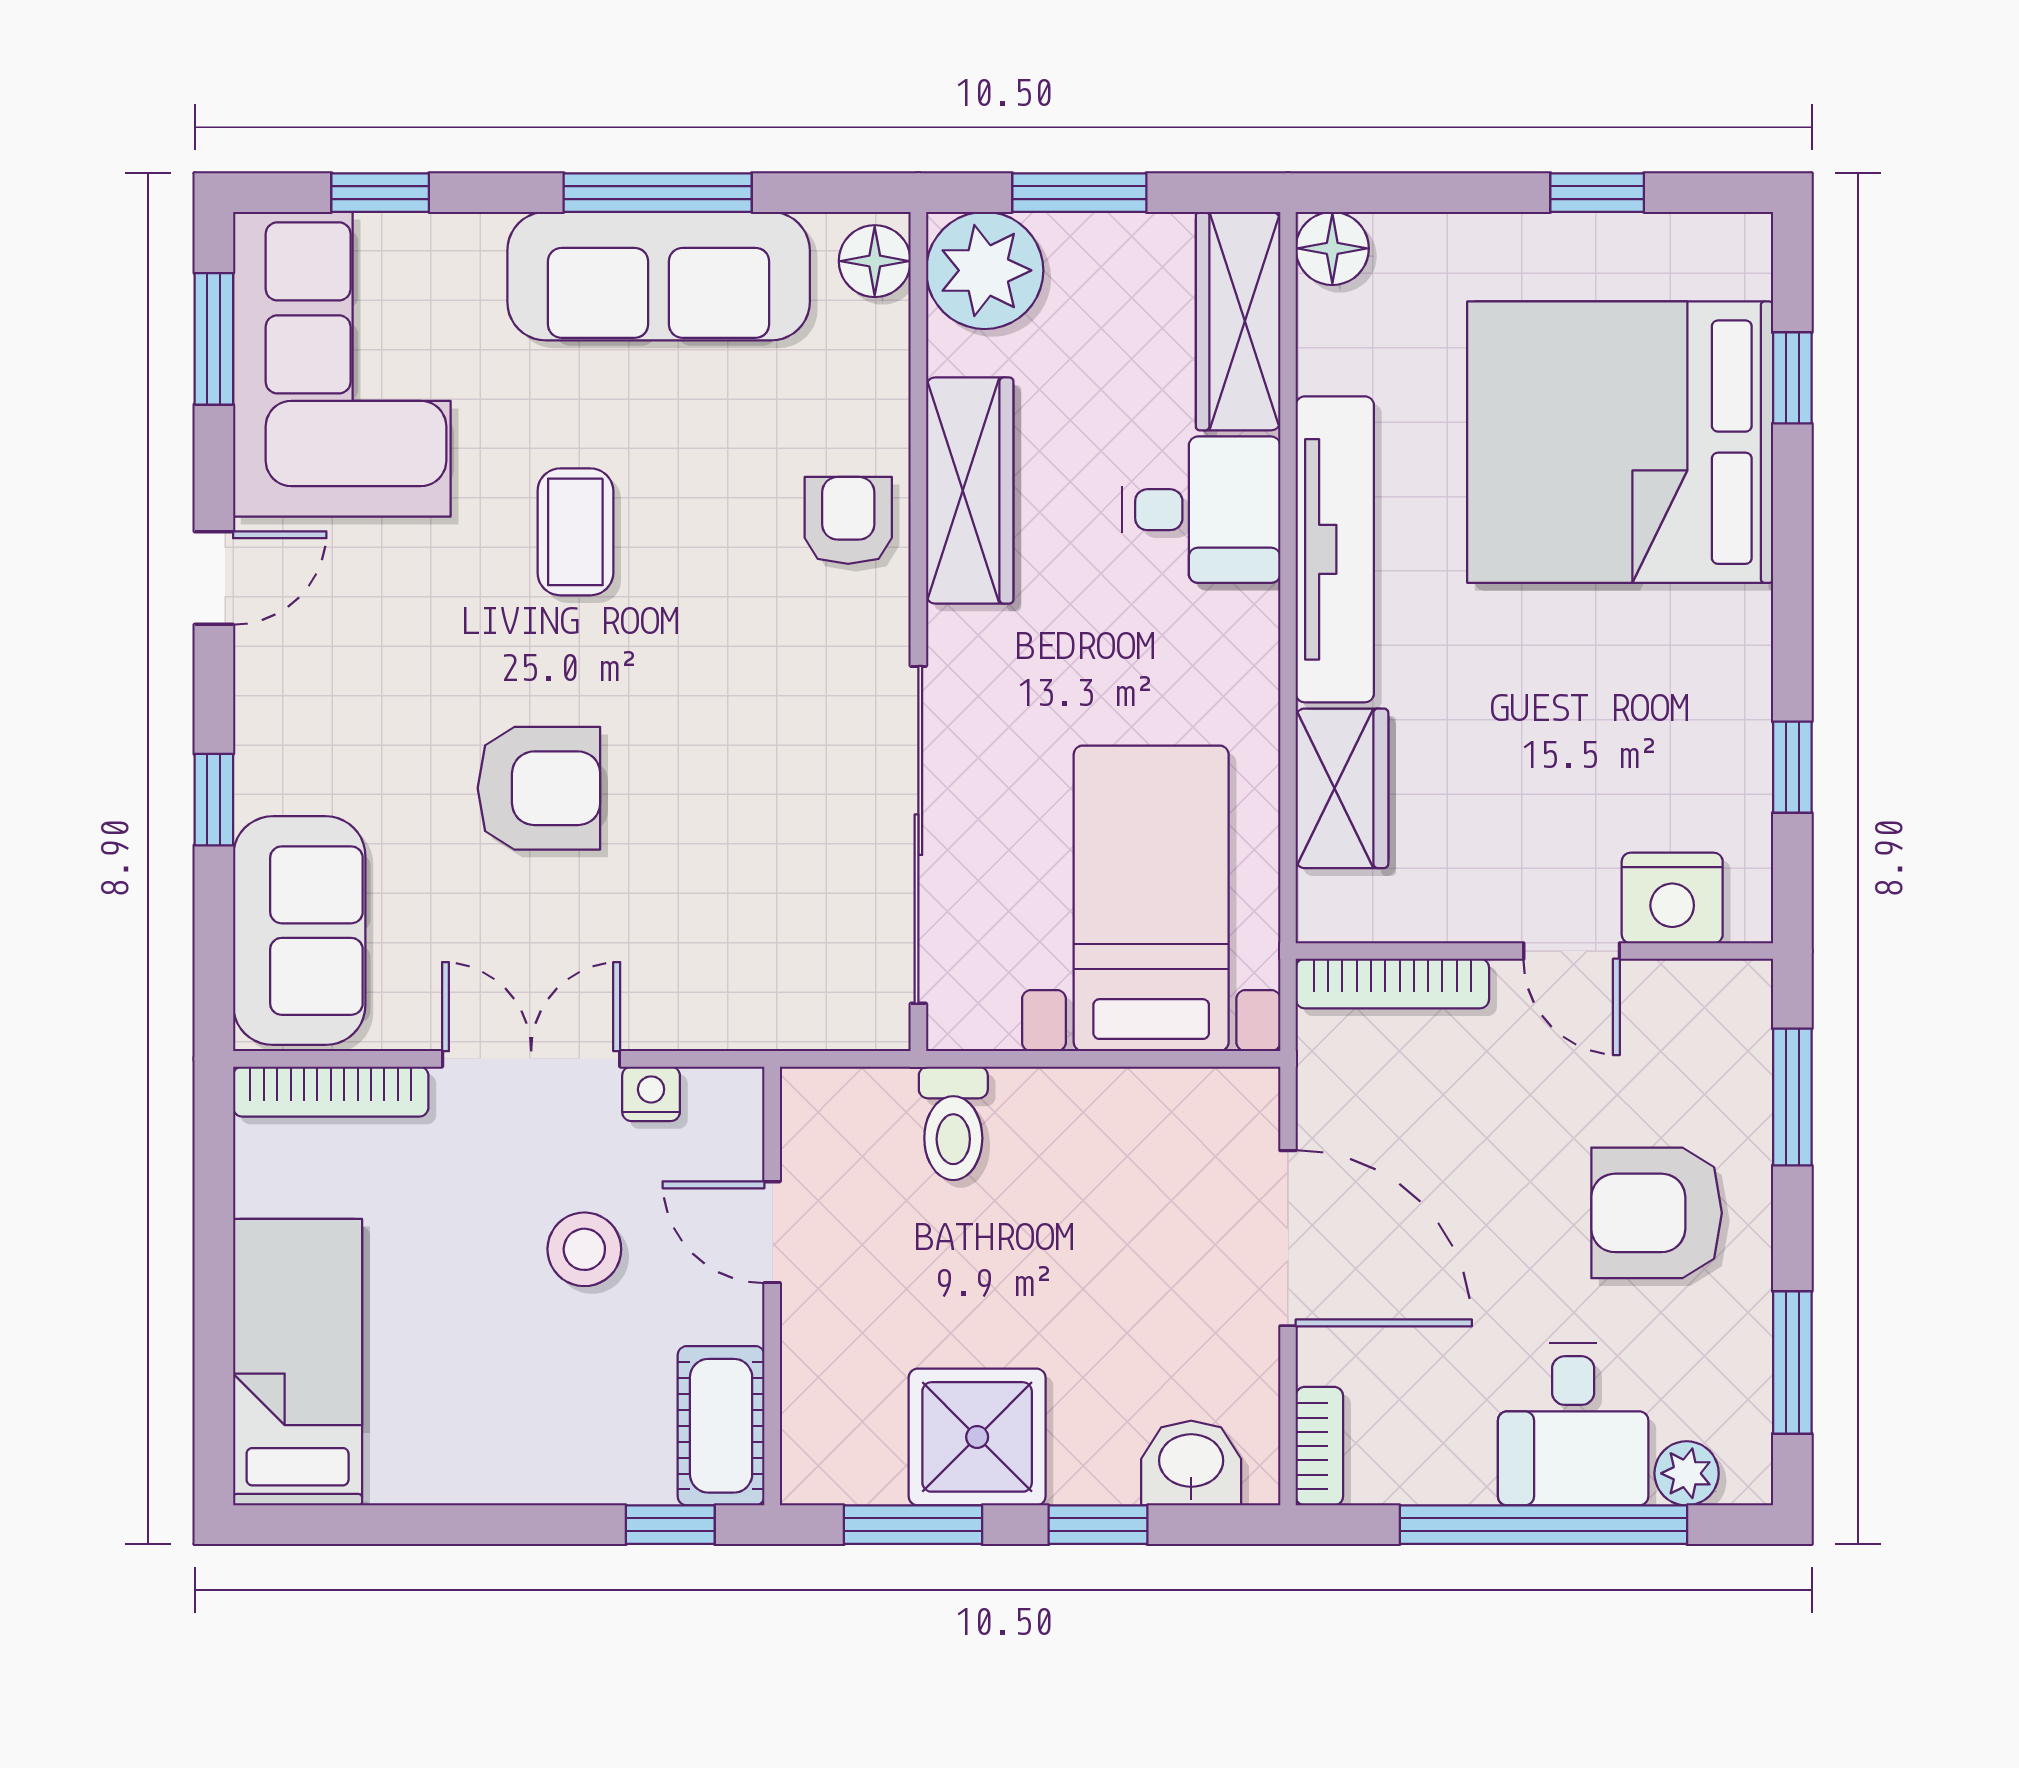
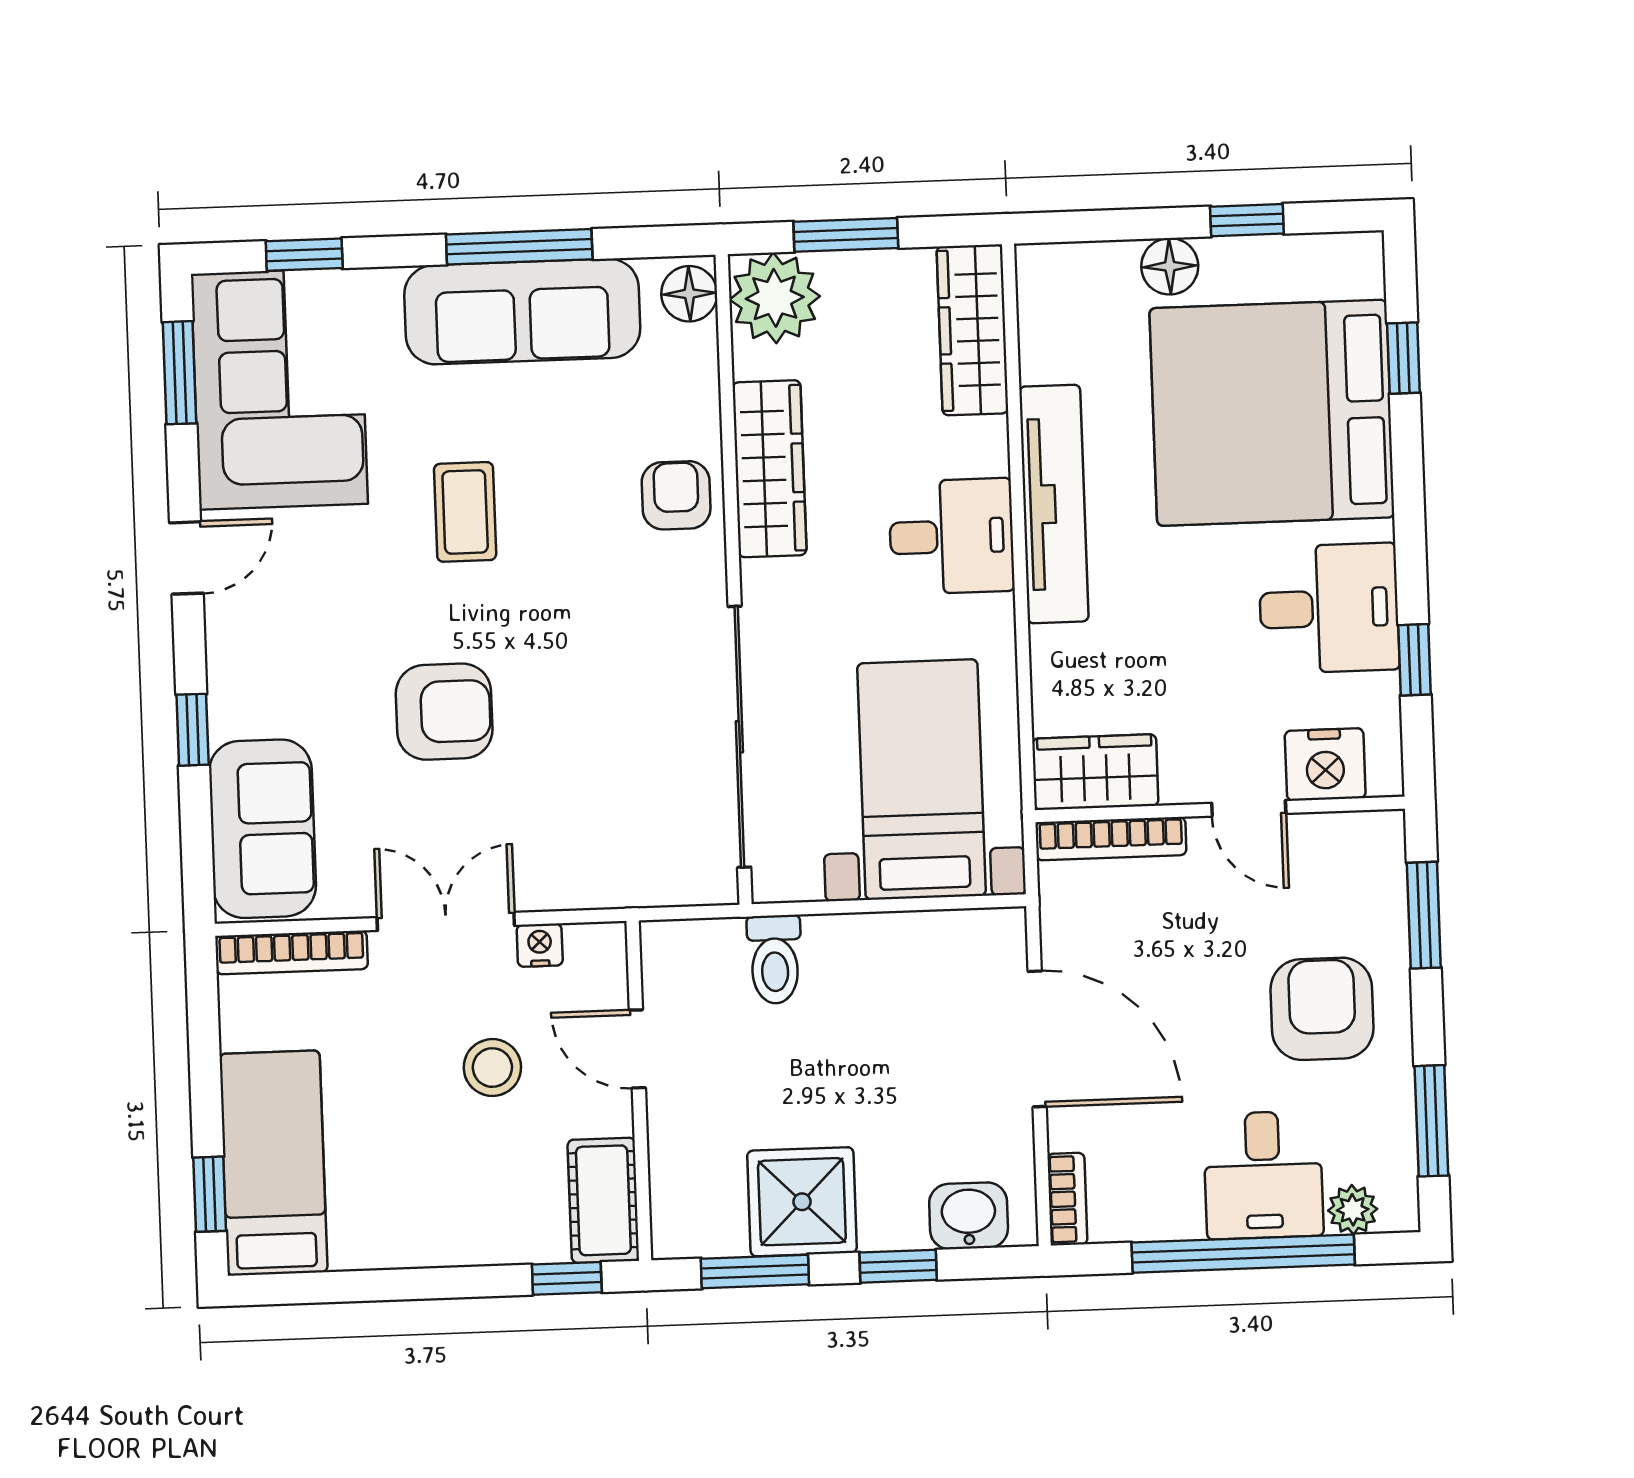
floor lamp: (1332, 248) -> (1170, 266), moved
desk: (1201, 510) -> (952, 536), moved
desk: (1684, 697) -> (1329, 608), added
wardrobe: (1342, 788) -> (1095, 772), moved, turned -90
armchair: (1657, 1213) -> (1322, 1009), turned 90
window: (214, 1399) -> (210, 1194), added

